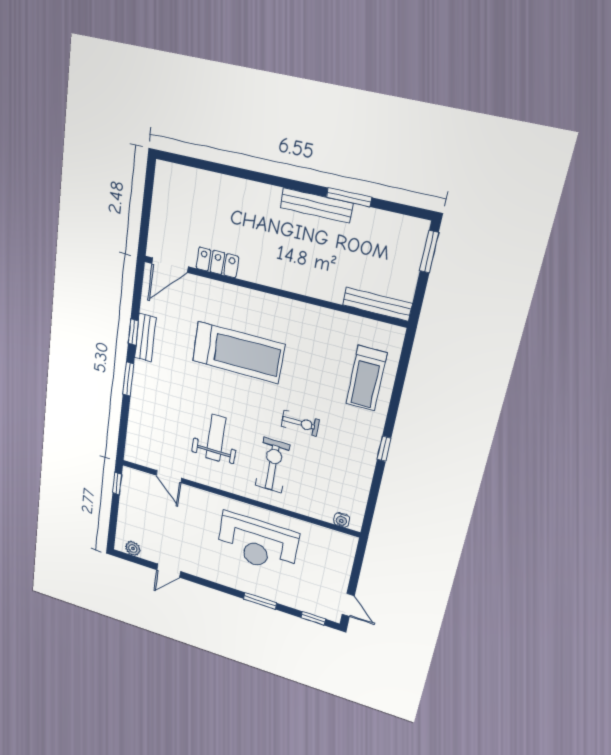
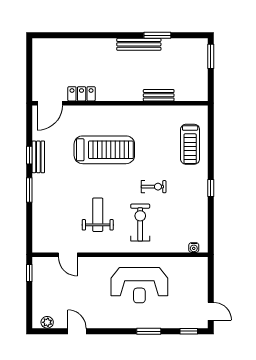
bench: (377, 304) -> (159, 95), moved, width x0.73
door: (169, 571) -> (77, 331), swing flipped

